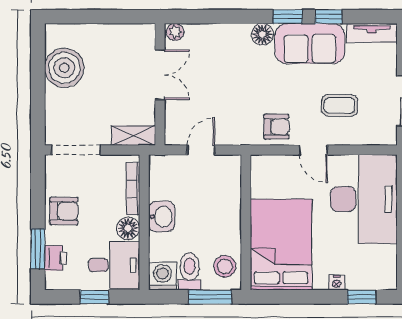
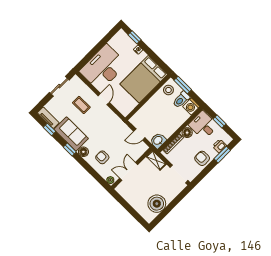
window: (328, 17) -> (50, 129), moved
armchair: (276, 127) -> (102, 157), moved
washbasin: (162, 217) -> (158, 141), moved

